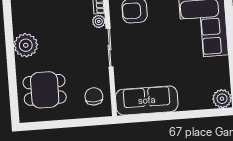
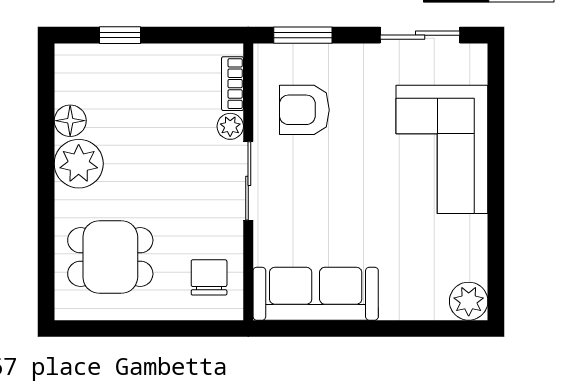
floor lamp: (20, 24) -> (70, 121), added

